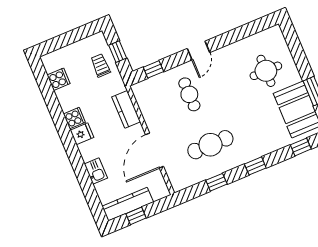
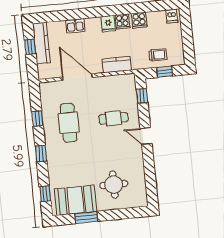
dishwasher: (51, 63) -> (172, 16), added
cooker: (59, 79) -> (139, 20), moved

